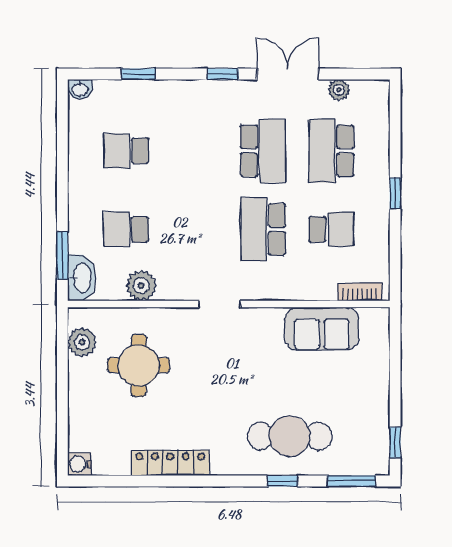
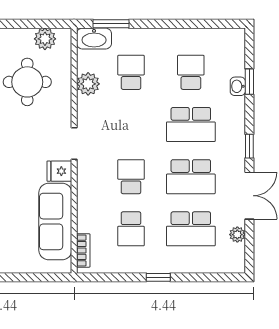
washbasin: (80, 89) -> (238, 86), moved
school desk: (195, 151) -> (191, 125), added
school desk: (331, 151) -> (191, 229), turned 180
school desk: (263, 229) -> (131, 177), width x0.54
fridge: (256, 323) -> (59, 171), added
sofa: (322, 329) -> (55, 221), width x1.36

